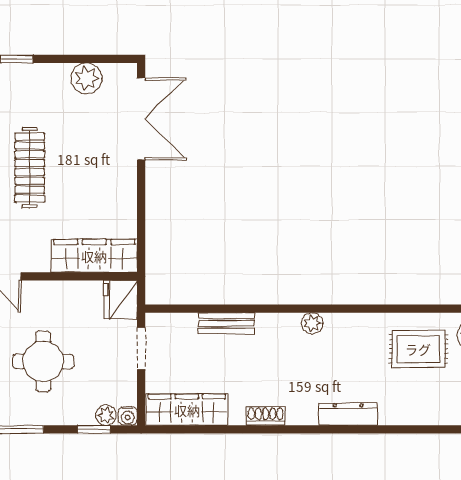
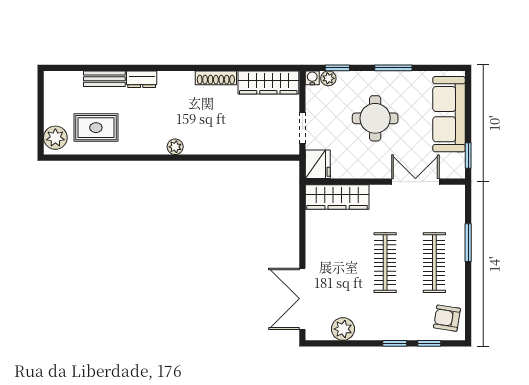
bench: (227, 323) -> (104, 79), moved
dresser: (348, 414) -> (142, 79), width x0.70
shoe rack: (266, 416) -> (216, 78), width x1.43

